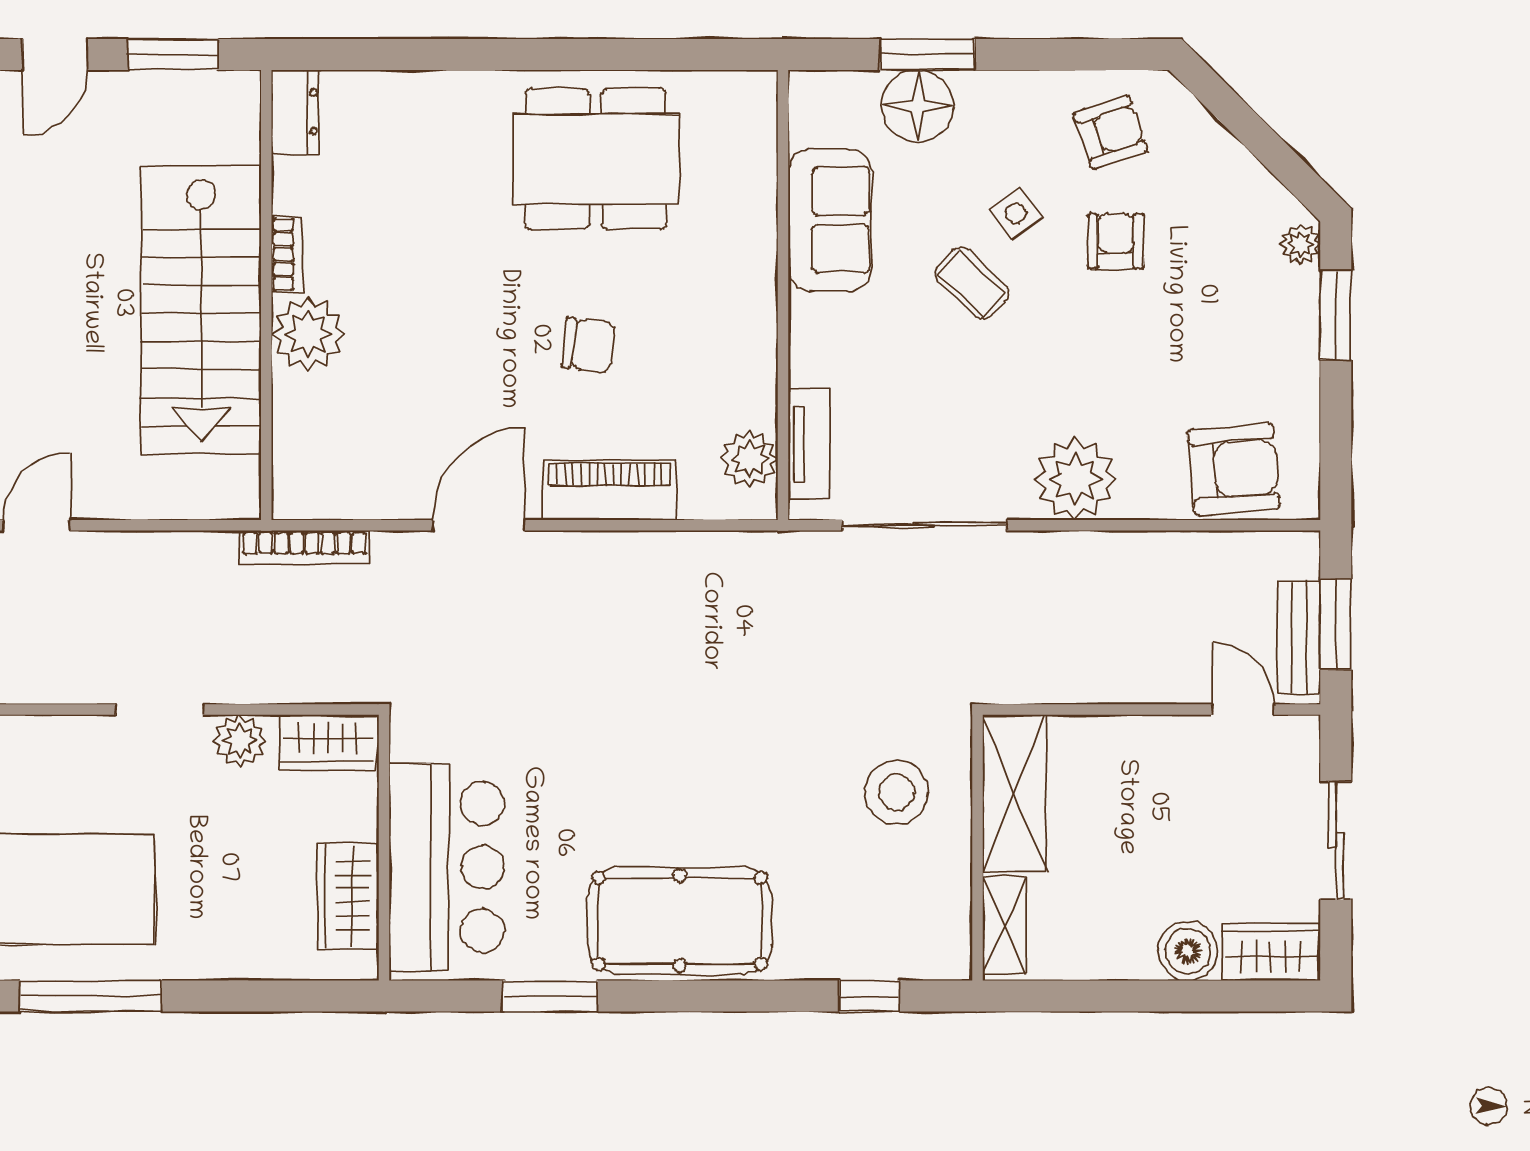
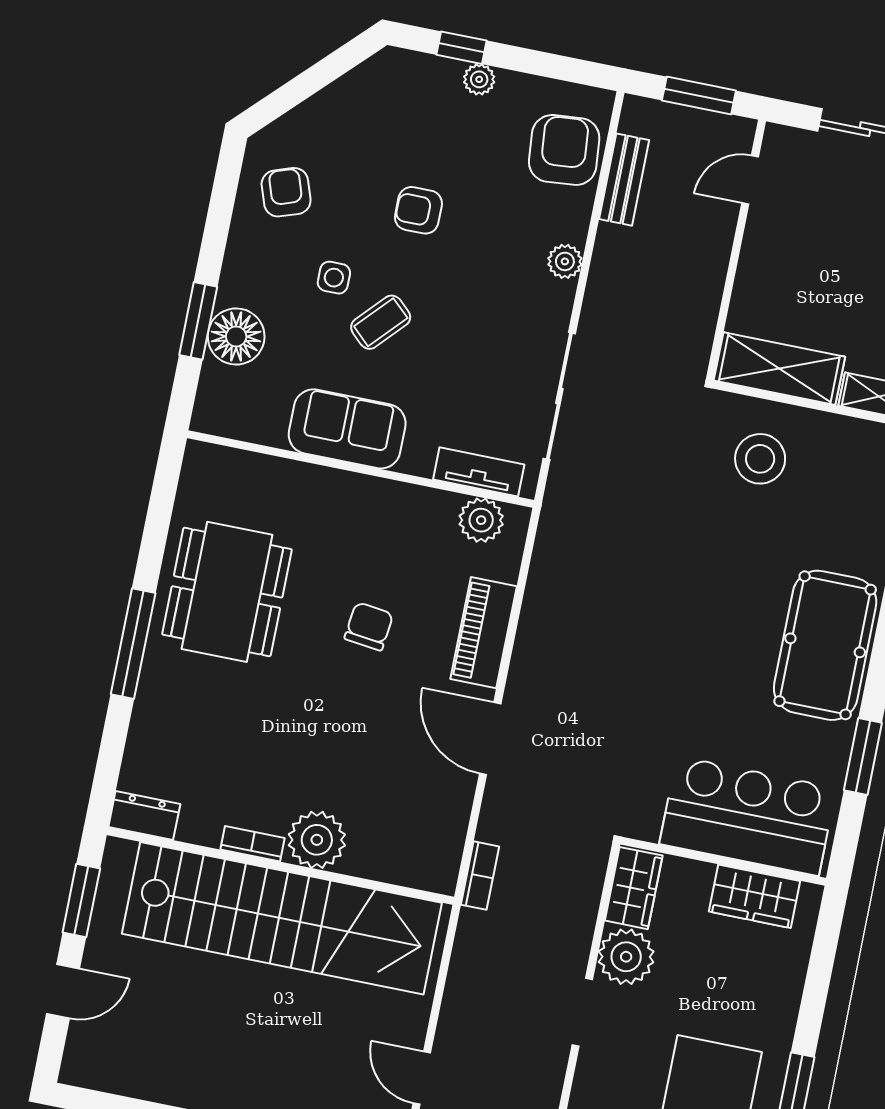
door: (55, 54) -> (63, 991), hinge flipped
window: (507, 54) -> (133, 644), added
side table: (1016, 213) -> (334, 278), turned 37
sofa: (830, 220) -> (347, 429), moved
armchair: (1116, 241) -> (418, 210), moved
plant: (1301, 244) -> (479, 79), moved
stairs: (201, 310) -> (282, 918), width x1.36
window: (1336, 315) -> (462, 48), width x0.67
plant: (1075, 479) -> (565, 261), width x0.53, depth x0.53
bookcase: (305, 547) -> (480, 876), width x0.64
bench: (1299, 638) -> (624, 180), moved, turned 90
plant: (240, 741) -> (626, 957), width x1.36, depth x1.36

